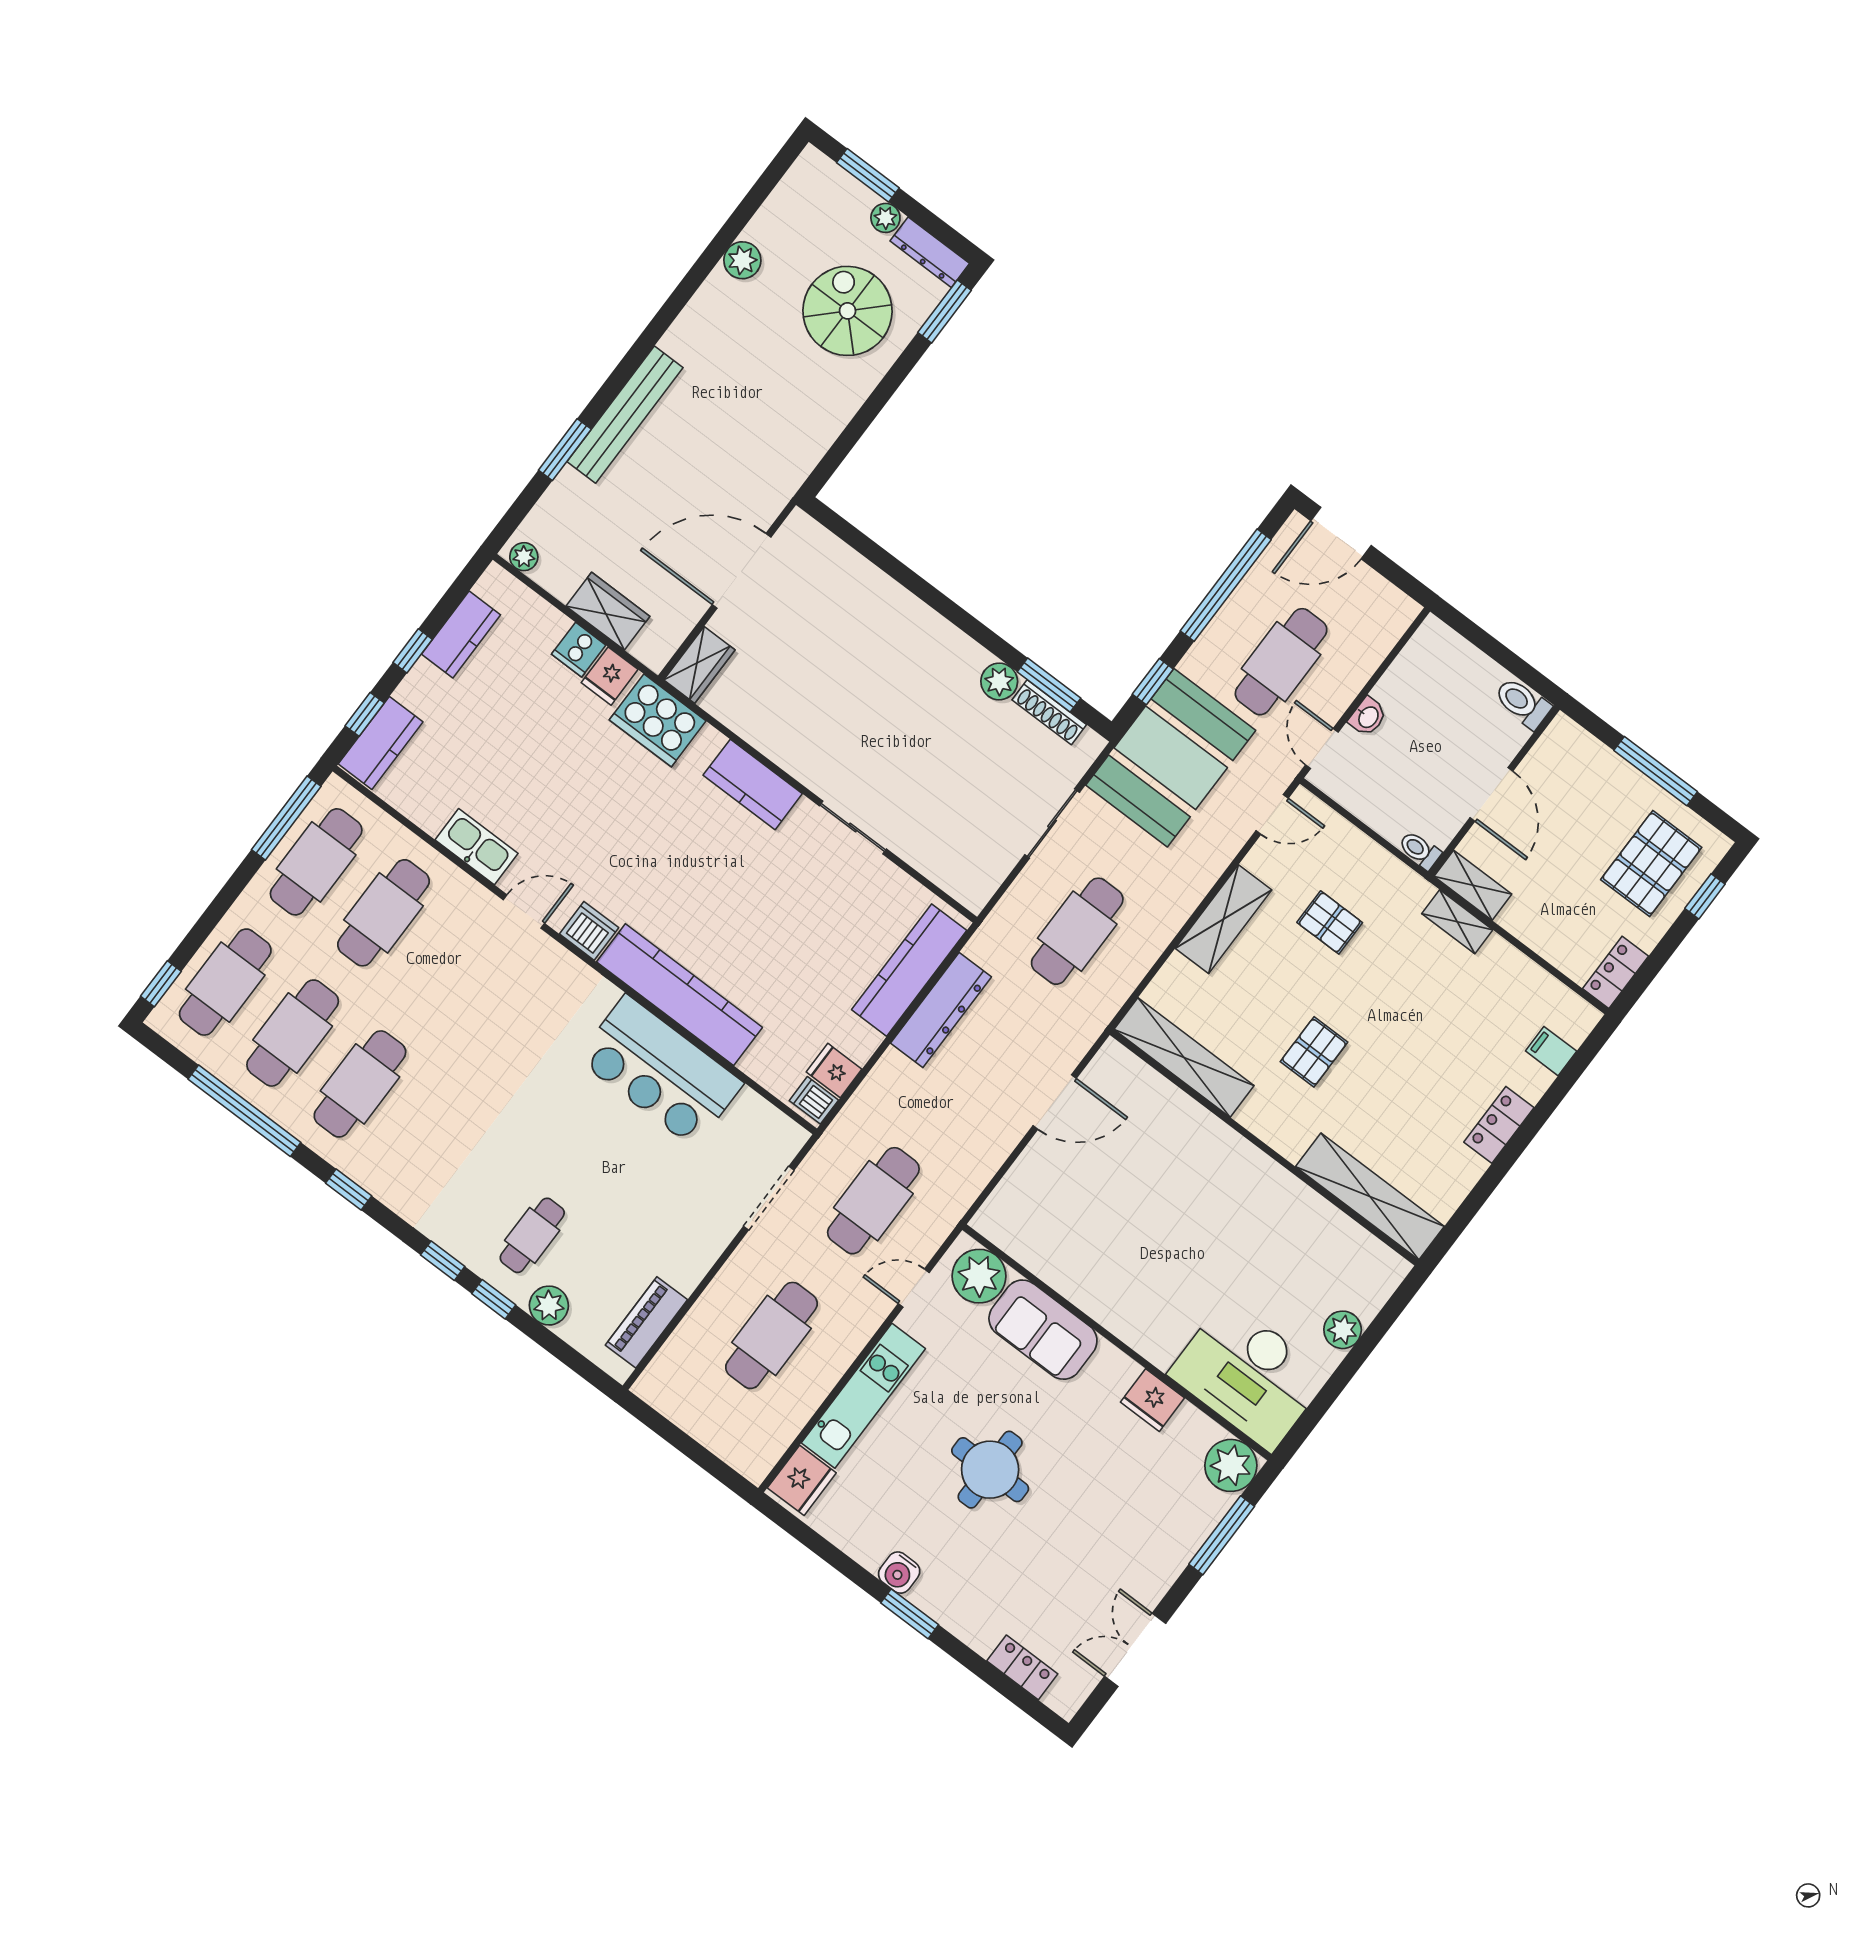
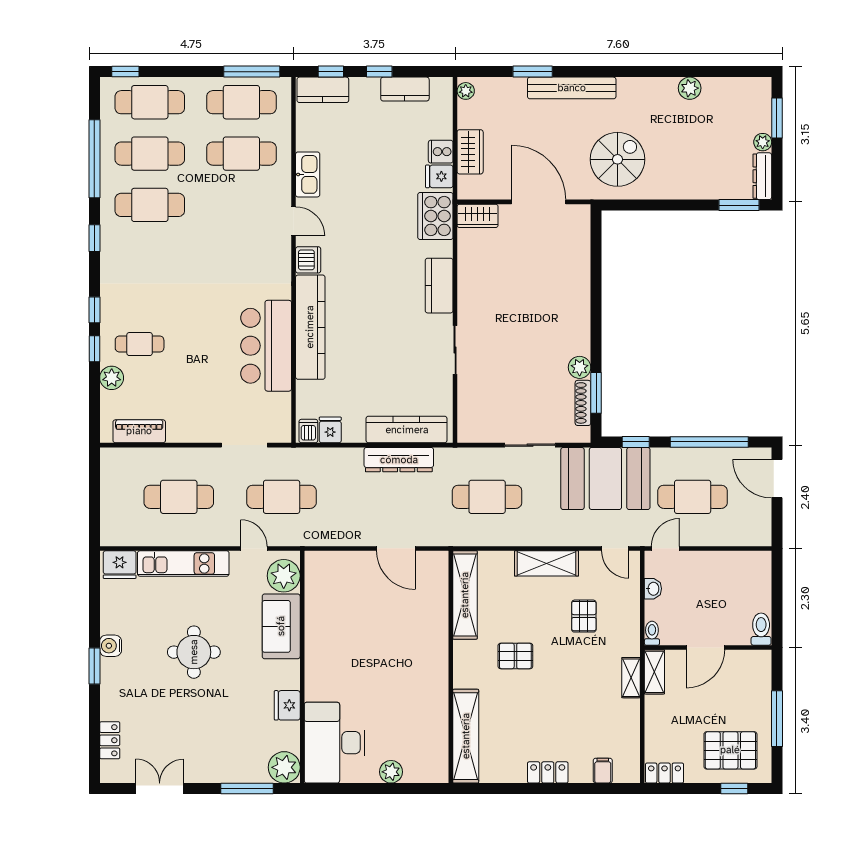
spiral stairs: (848, 311) -> (618, 159), moved
washbasin: (1368, 717) -> (653, 589), moved, turned -90

